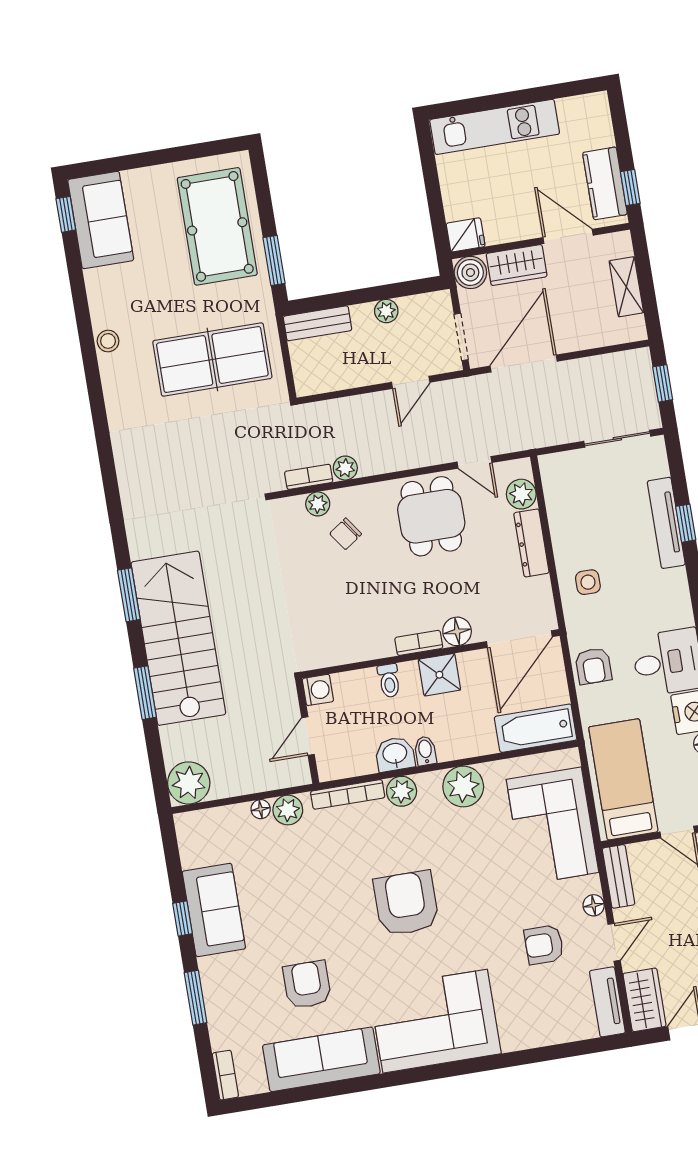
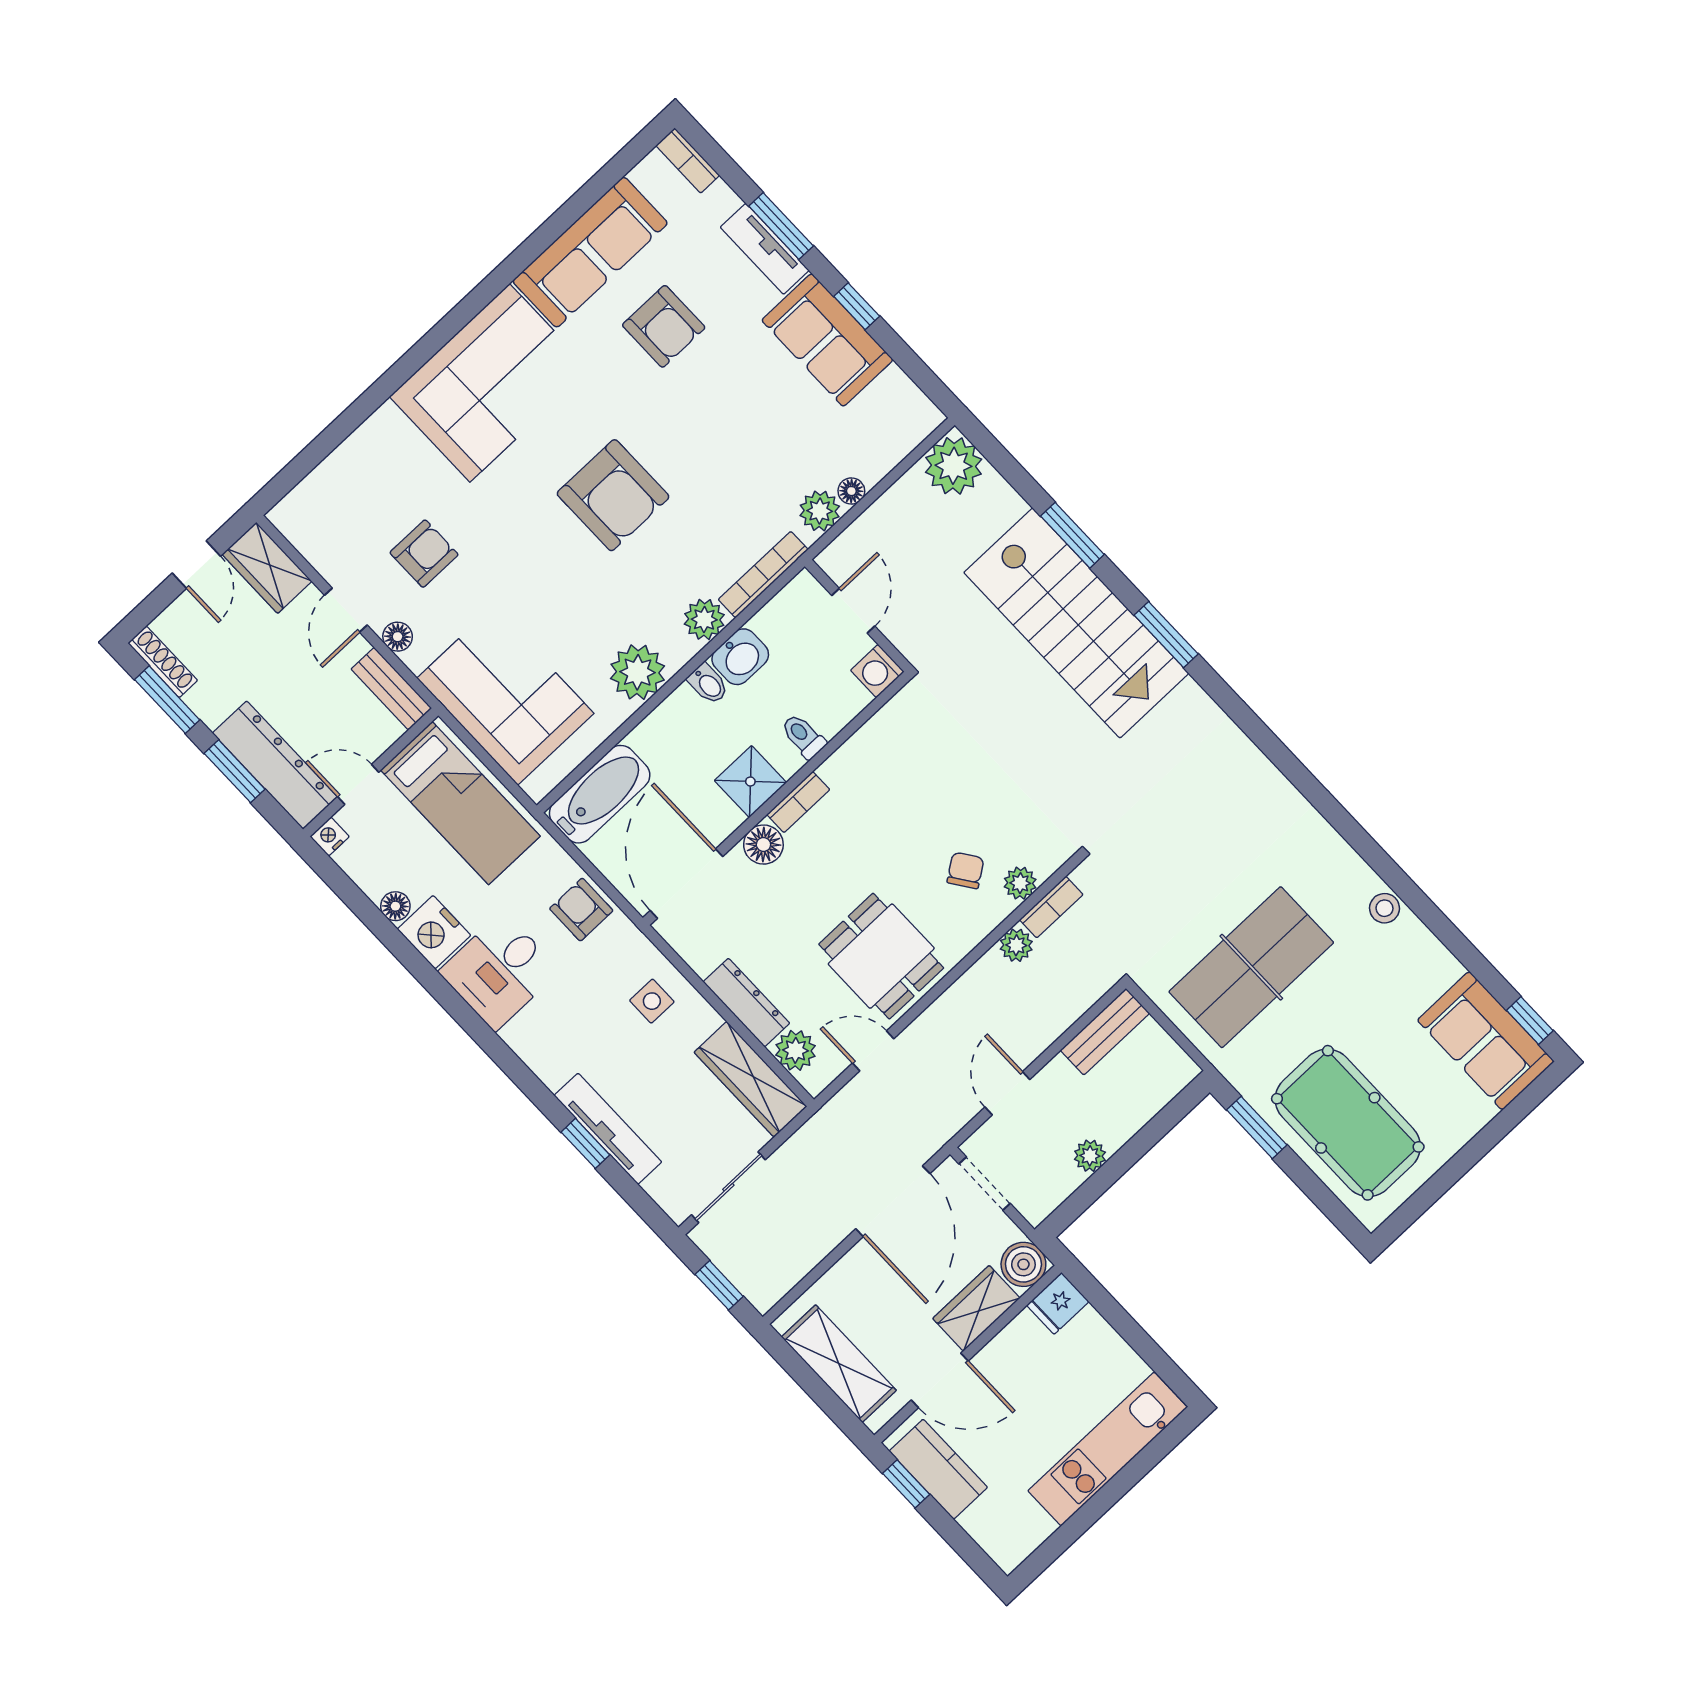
shelving: (626, 287) -> (839, 1364), width x1.50, depth x1.33
bench: (318, 323) -> (1105, 1032), moved
wardrobe: (560, 495) -> (750, 1079), added
tv unit: (607, 1002) -> (765, 249), moved, turned 180

